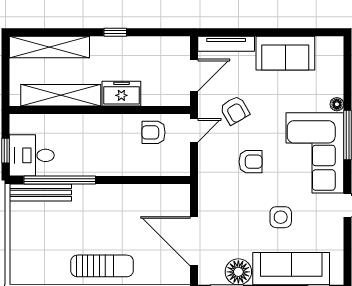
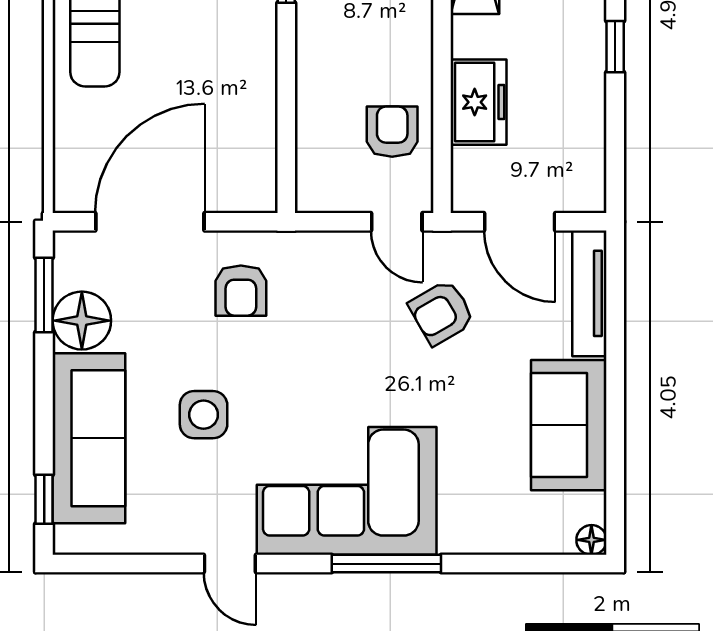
freezer: (121, 94) -> (479, 102), moved
floor lamp: (337, 104) -> (591, 540), moved
armchair: (250, 162) -> (241, 291), moved

